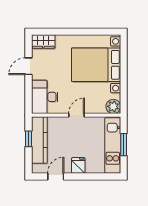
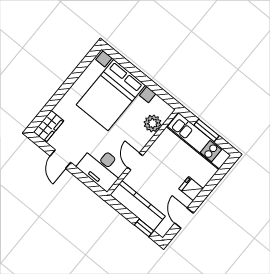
plant: (113, 106) -> (153, 123), moved
door: (77, 115) -> (135, 161), moved
window: (28, 139) -> (144, 228), moved

